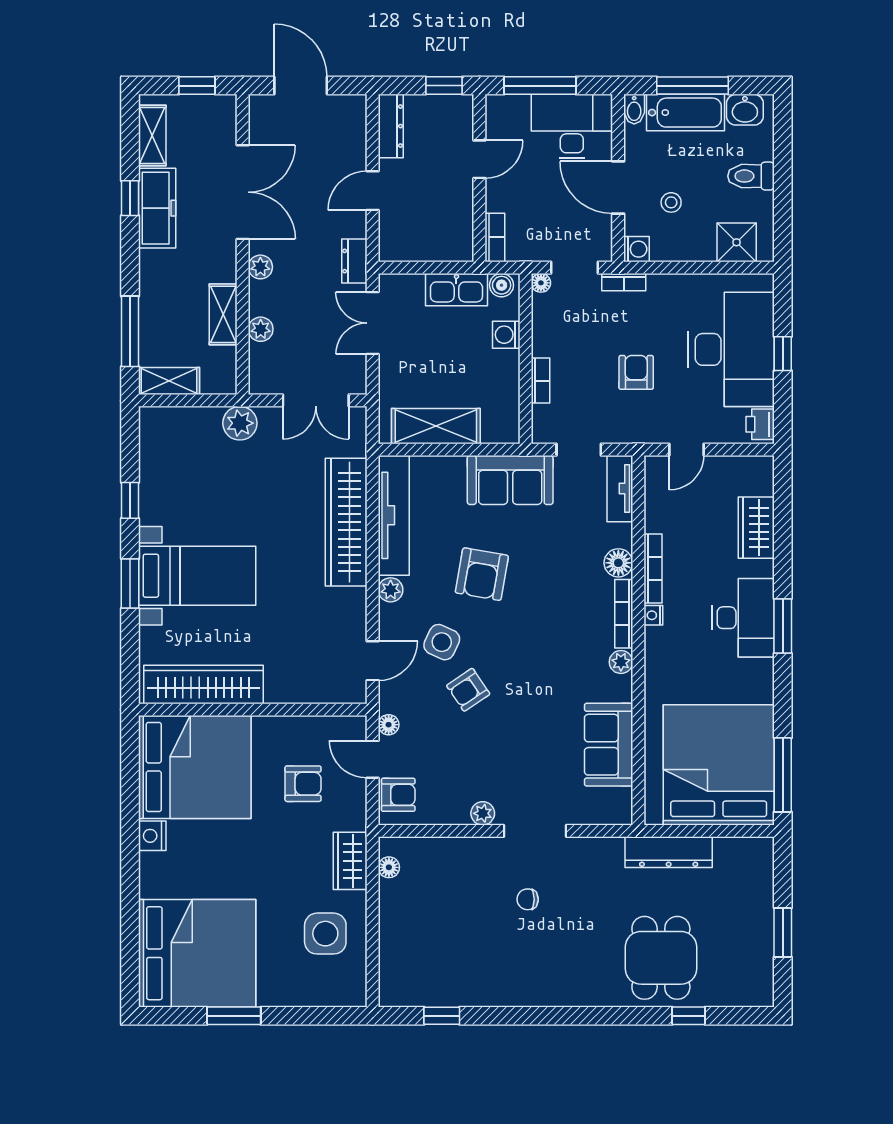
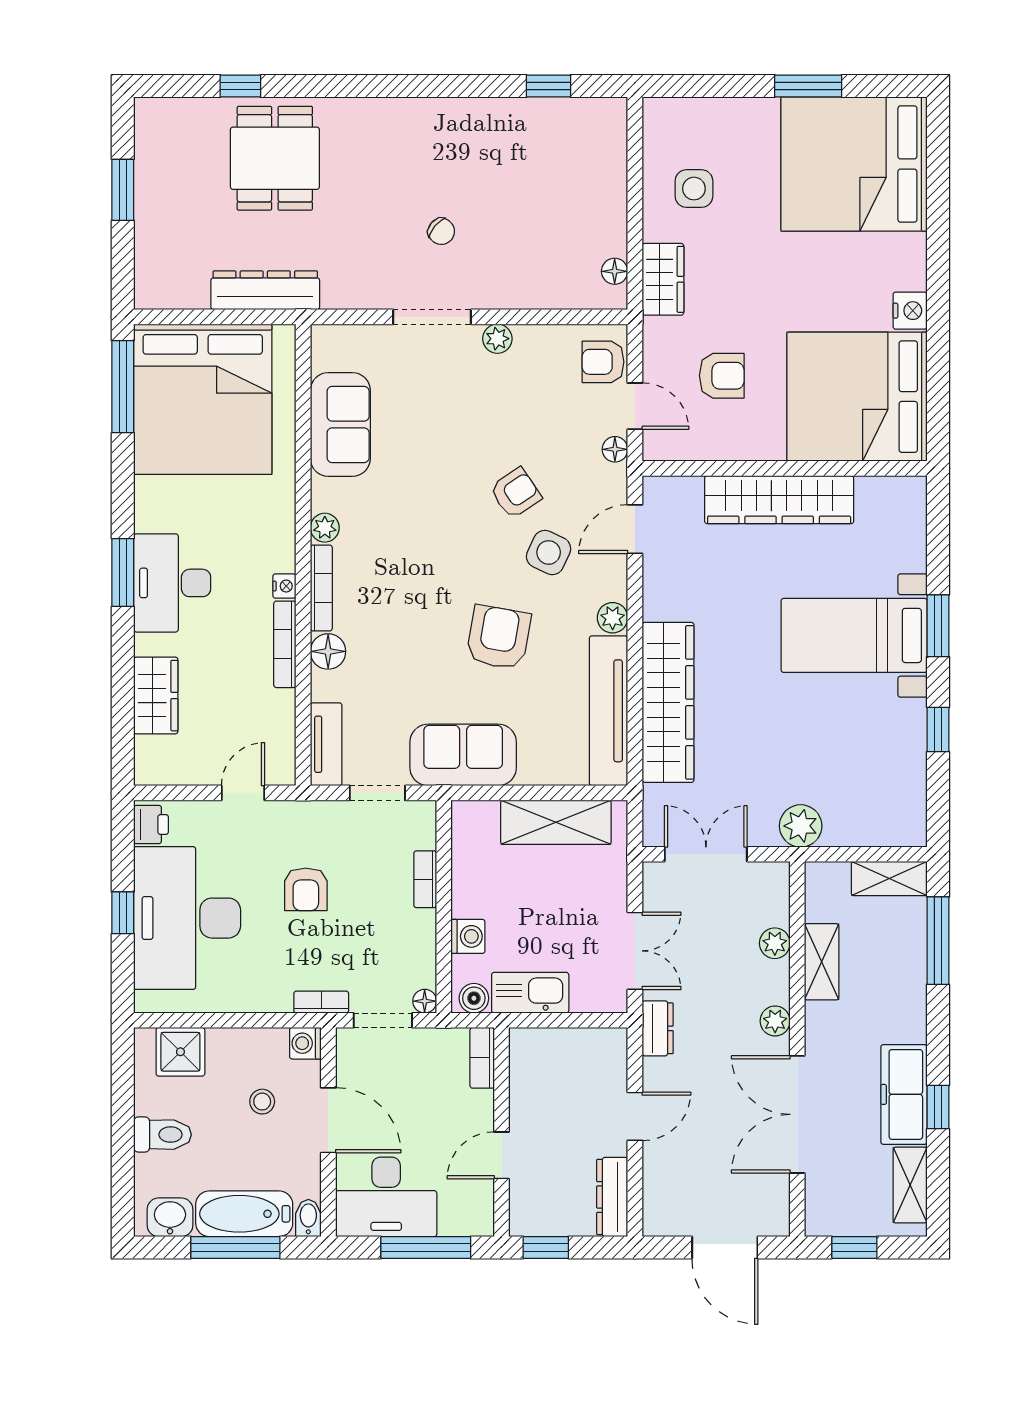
wardrobe: (203, 684) -> (779, 500), moved
armchair: (303, 784) -> (722, 376), turned 180
chair: (528, 899) -> (441, 231), turned 40
side table: (325, 934) -> (694, 189), width x0.73, depth x0.73

